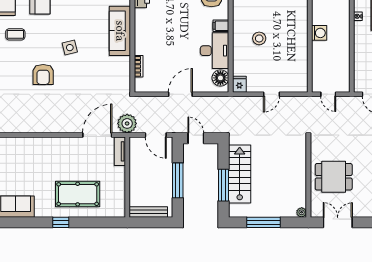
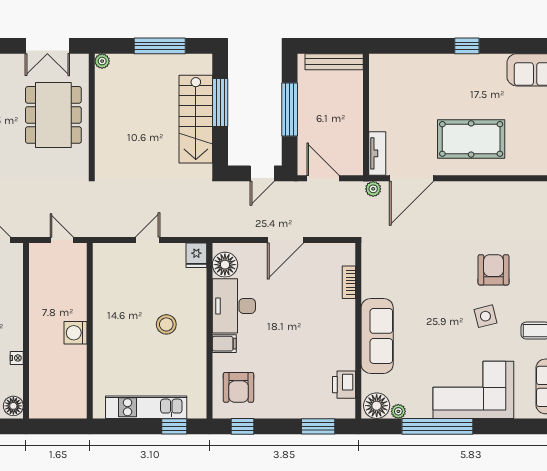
side table: (70, 48) -> (485, 316), moved
plant: (127, 123) -> (373, 189), width x0.53, depth x0.53
door: (196, 138) -> (262, 173), hinge flipped
dining table: (334, 177) -> (53, 115), width x1.38
pool table: (78, 194) -> (471, 139), moved

